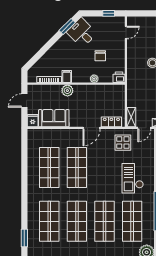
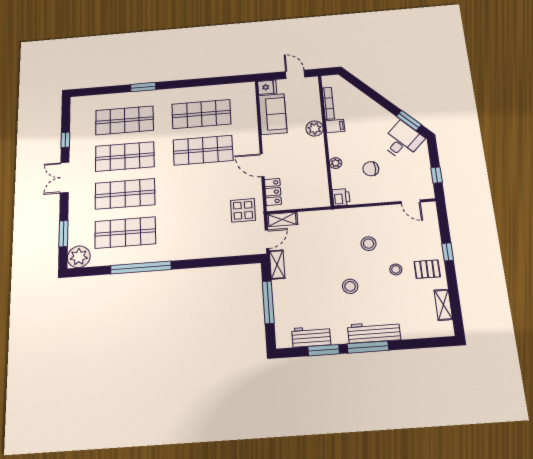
door: (144, 128) -> (267, 239), swing flipped
checkout: (133, 178) -> (190, 228), removed
window: (24, 238) -> (143, 87), moved

